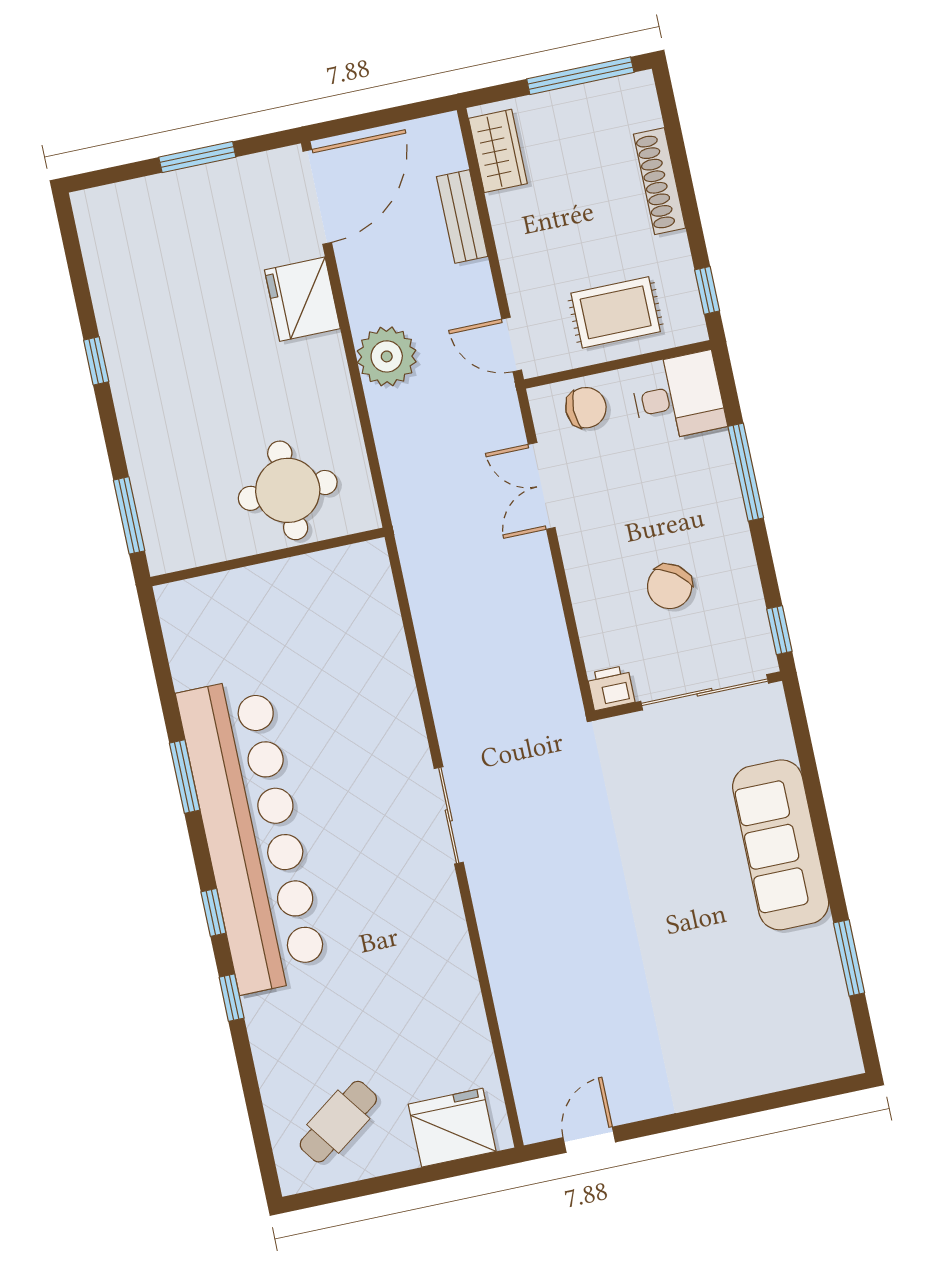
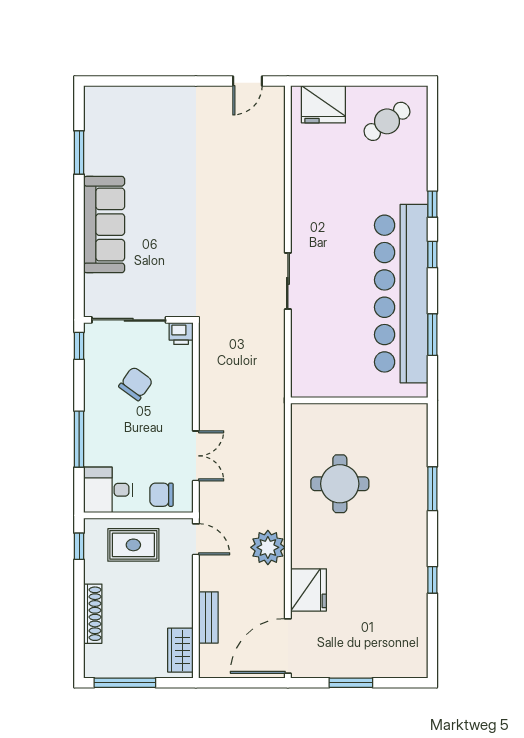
wall: (267, 557) -> (359, 400), moved

